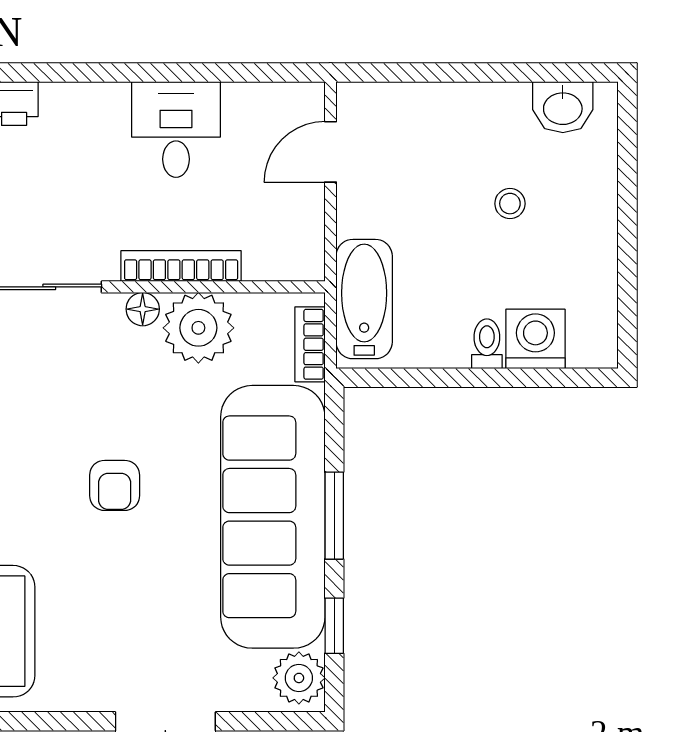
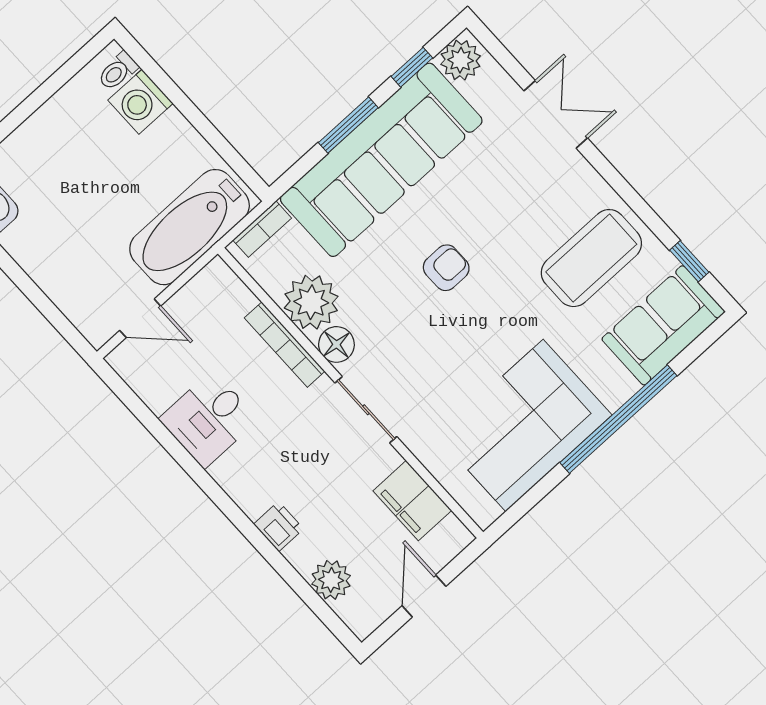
stool: (510, 204) -> (76, 188), removed
bathtub: (364, 299) -> (190, 227), width x1.36, depth x1.36
floor lamp: (143, 309) -> (336, 344), width x1.37, depth x1.37
toilet: (487, 344) -> (118, 71), moved

